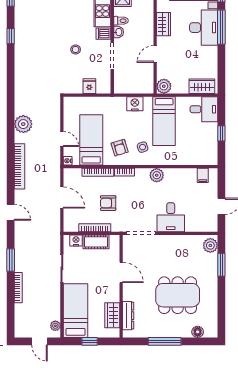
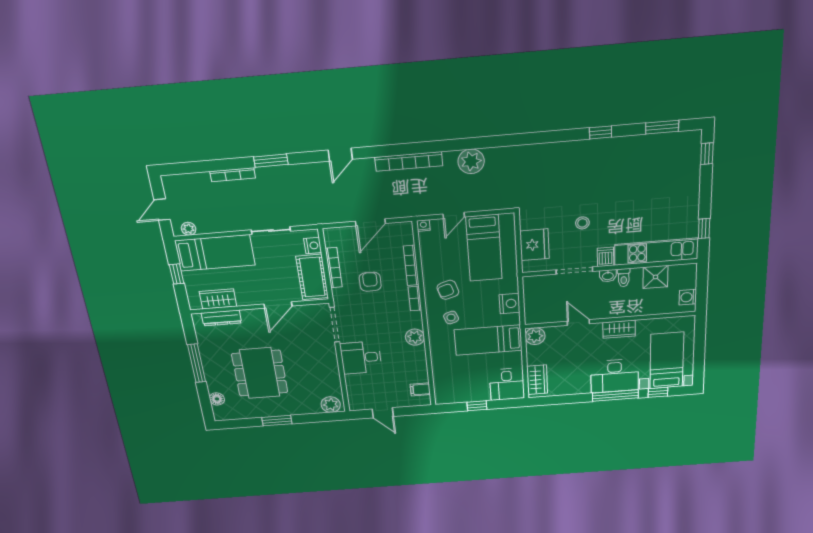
fridge: (89, 86) -> (535, 245), width x1.88, depth x1.34
bed: (91, 140) -> (484, 248), moved, turned 90
cot: (96, 242) -> (312, 277), width x1.37, depth x1.34
window: (221, 265) -> (277, 421), moved

